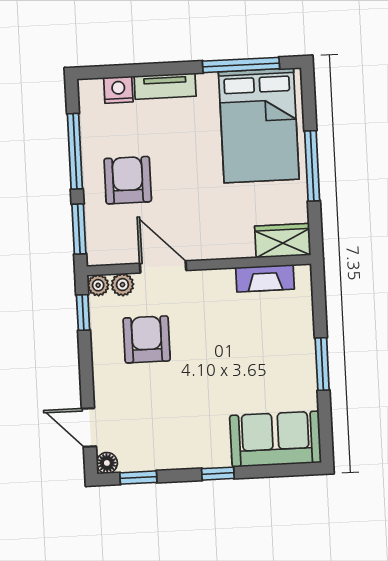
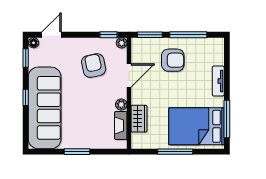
nightstand: (118, 90) -> (218, 58), removed
wardrobe: (283, 241) -> (139, 119), moved
plant: (122, 285) -> (121, 105), moved
armchair: (147, 339) -> (94, 66), turned -102
sofa: (276, 439) -> (45, 108), width x1.85, depth x1.27

